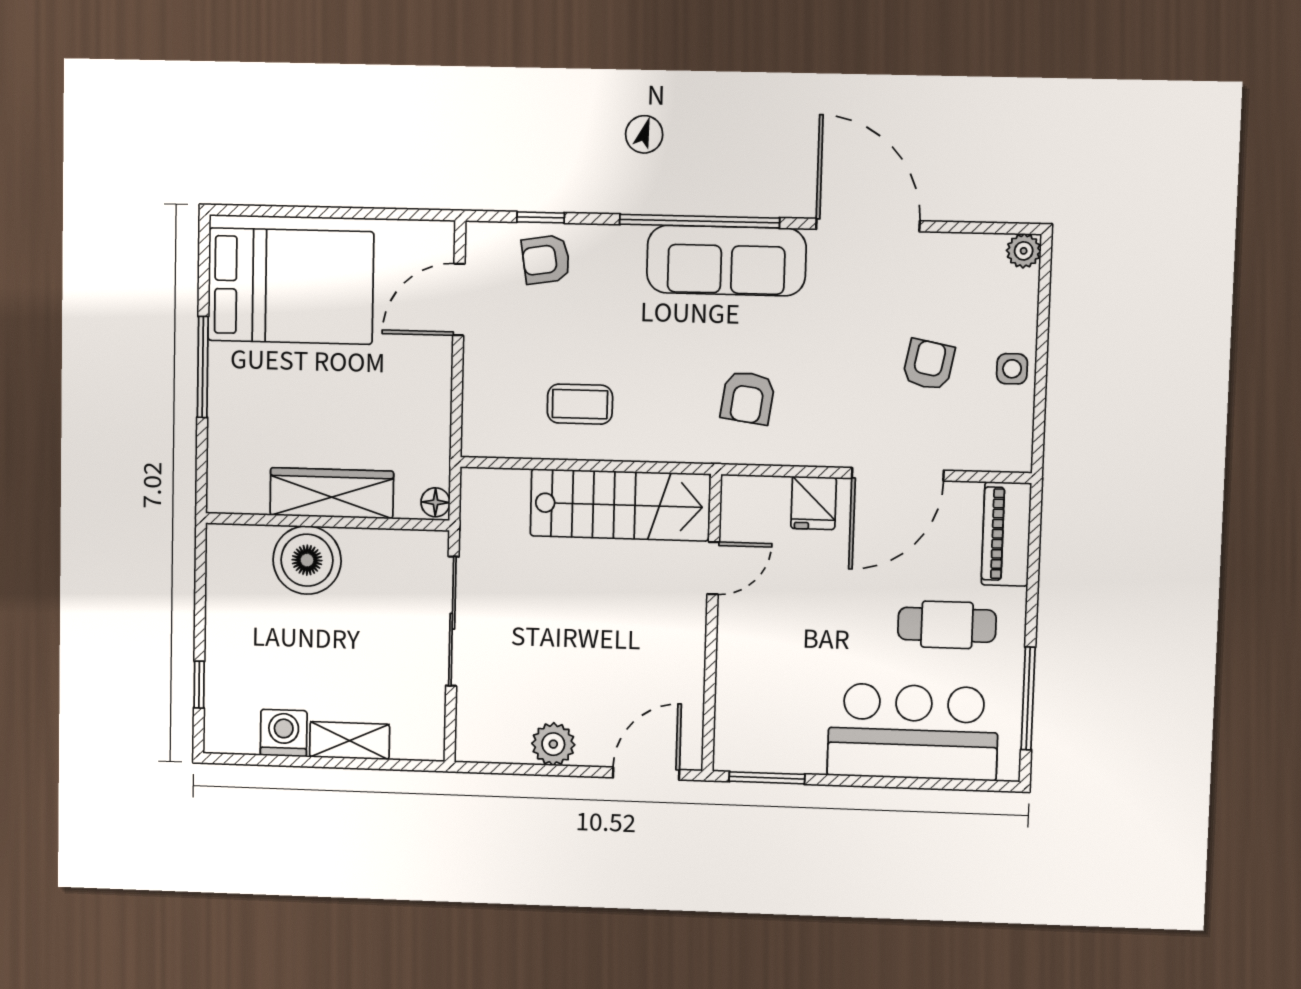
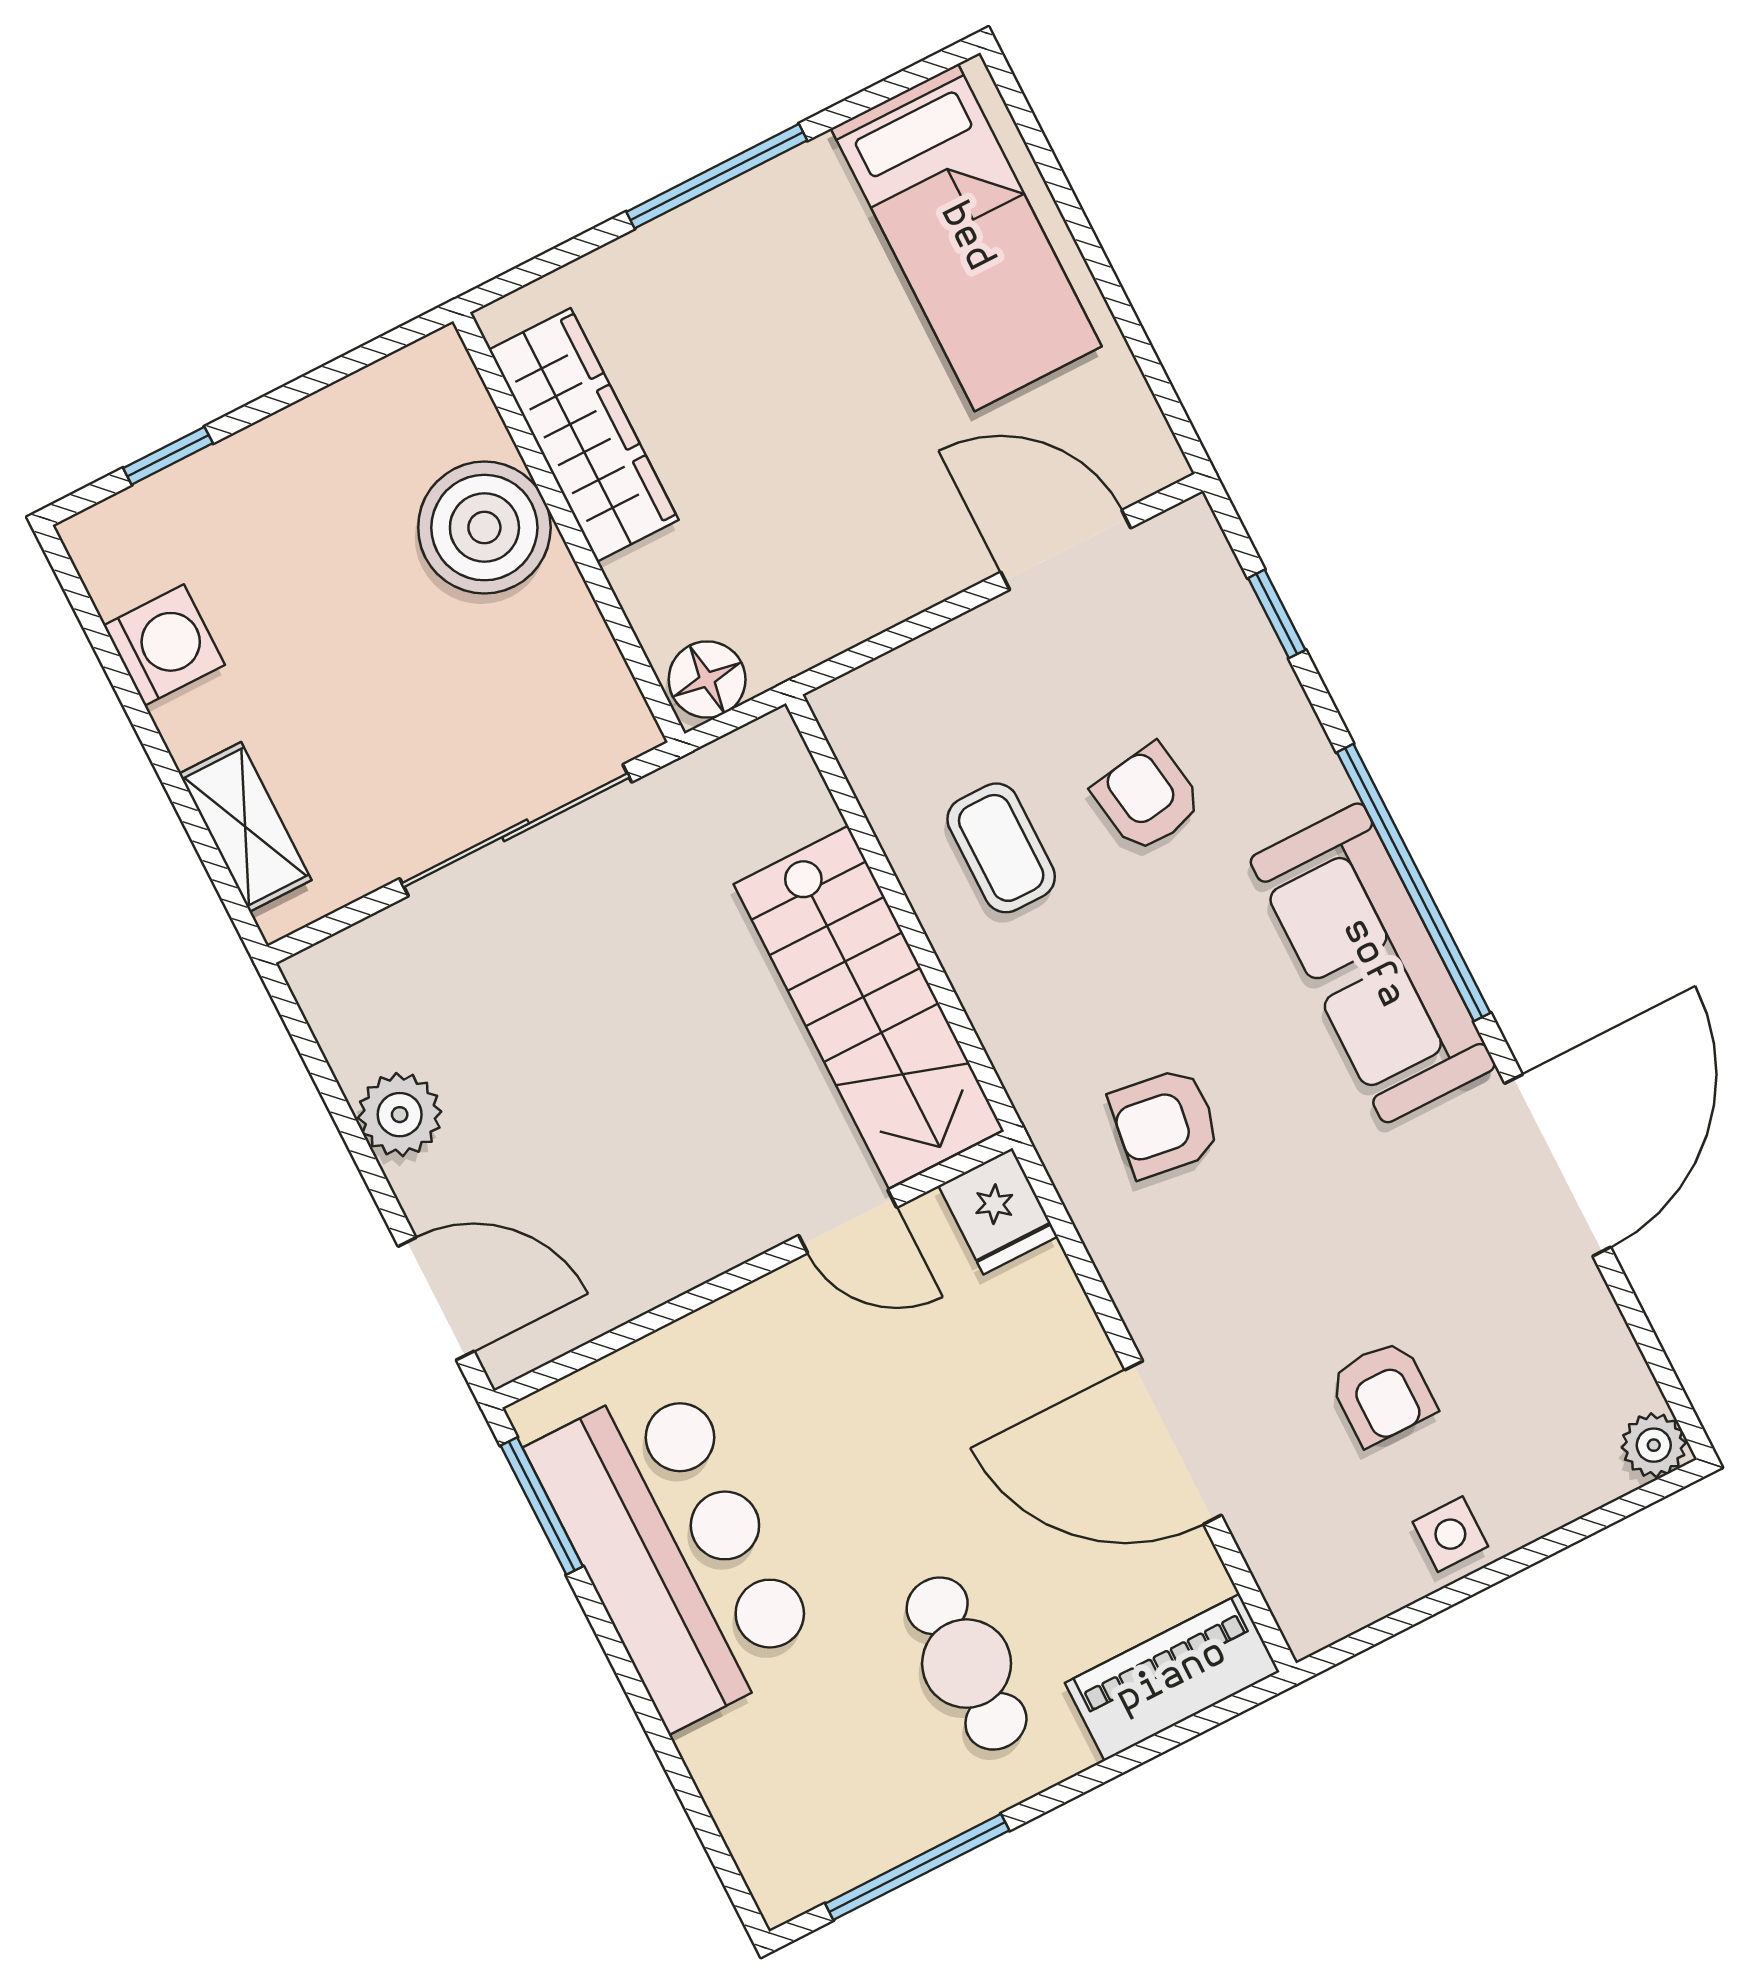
armchair: (546, 259) -> (1148, 798), moved
bed: (291, 286) -> (966, 237), width x0.67
armchair: (929, 365) -> (1382, 1393), turned 79
wardrobe: (332, 493) -> (584, 435), moved
floor lamp: (435, 502) -> (707, 680), width x1.37, depth x1.37
fridge: (814, 503) -> (998, 1211), moved, turned -90
bar counter: (913, 732) -> (675, 1551), moved
shelving: (350, 741) -> (245, 827), moved

